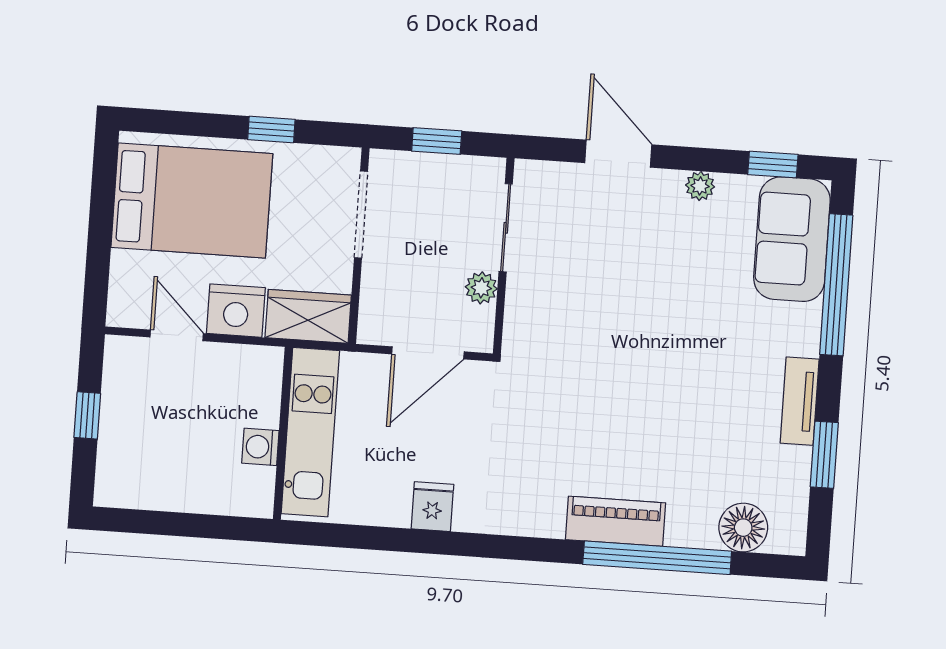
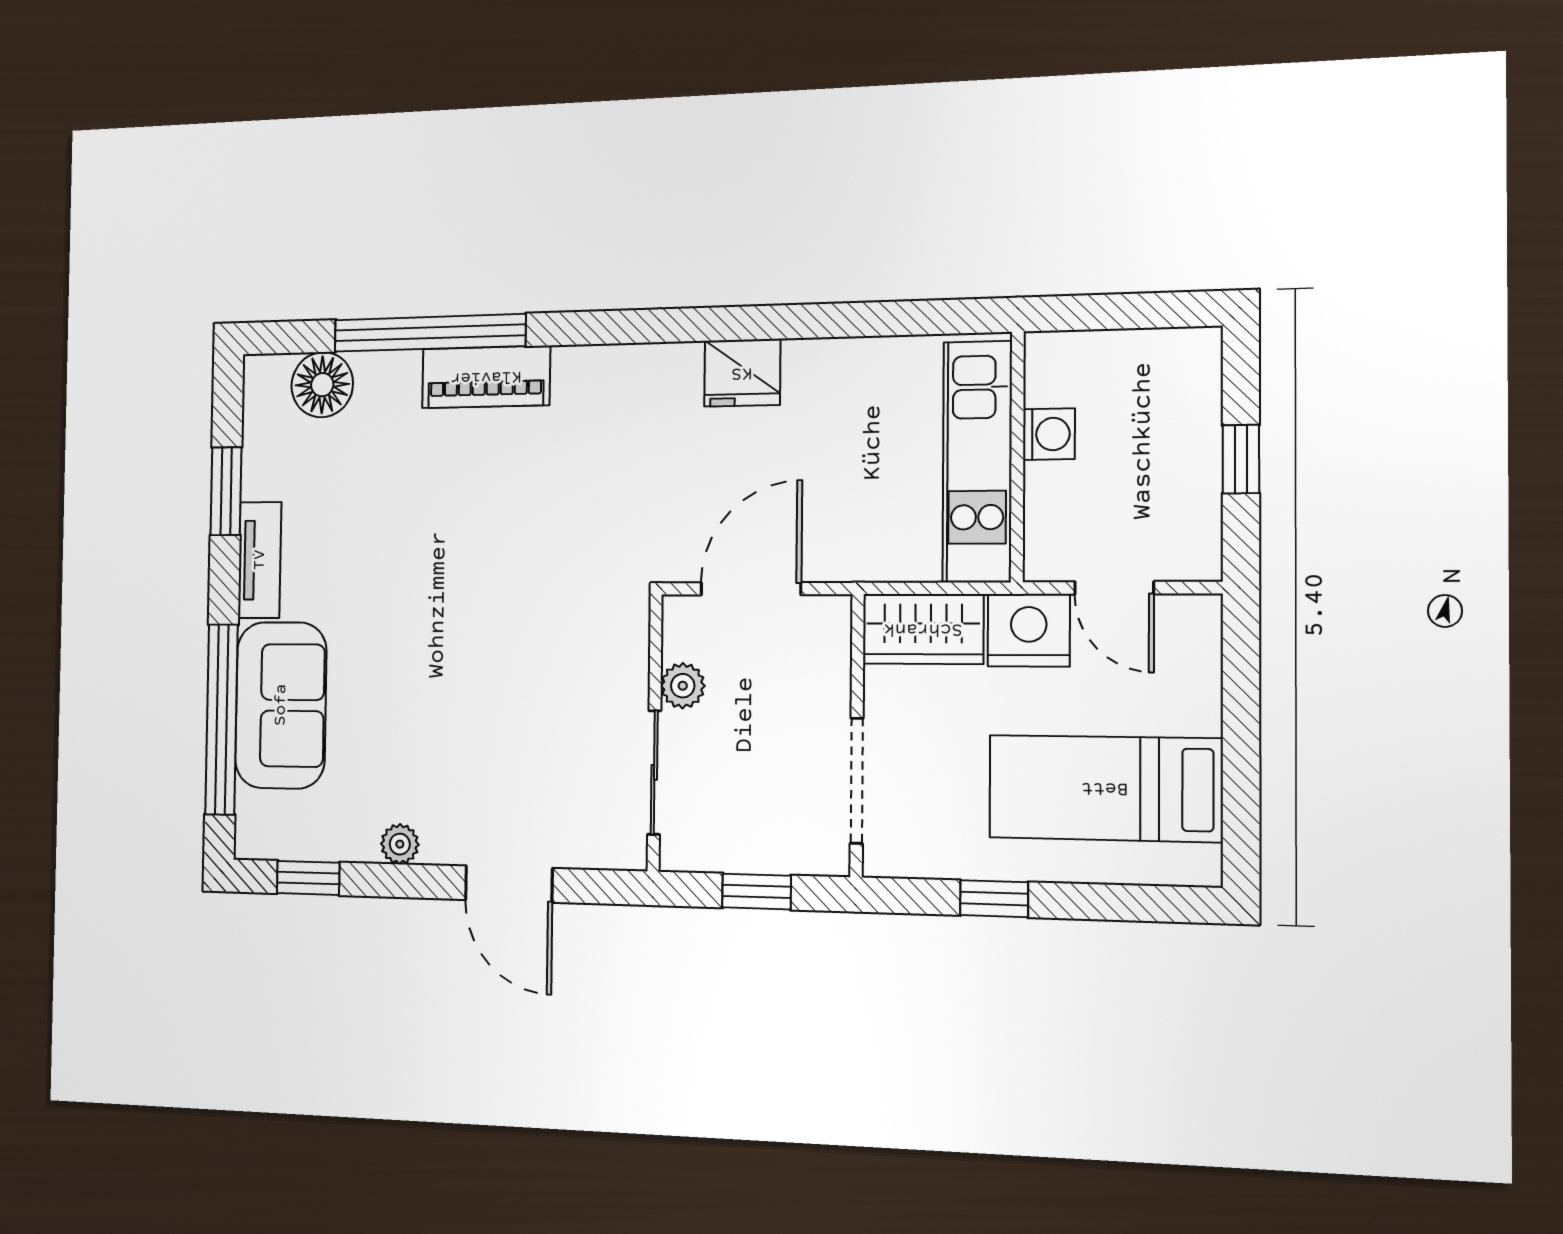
bed: (192, 200) -> (1105, 788), width x0.67
sofa: (792, 239) -> (281, 705), moved
kitchen unit: (310, 432) -> (977, 462), moved
wall: (283, 433) -> (1017, 457), moved
washing machine: (260, 447) -> (1049, 434), moved
fridge: (432, 507) -> (742, 373), width x1.38

